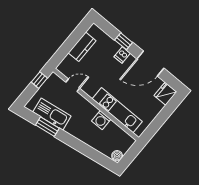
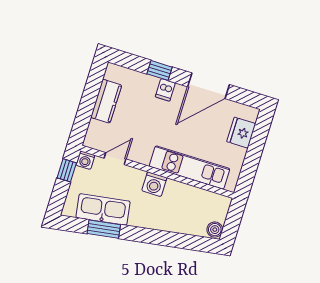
washing machine: (54, 78) -> (85, 160), added
fridge: (165, 94) -> (241, 133), moved
washing machine: (101, 120) -> (154, 184), moved

